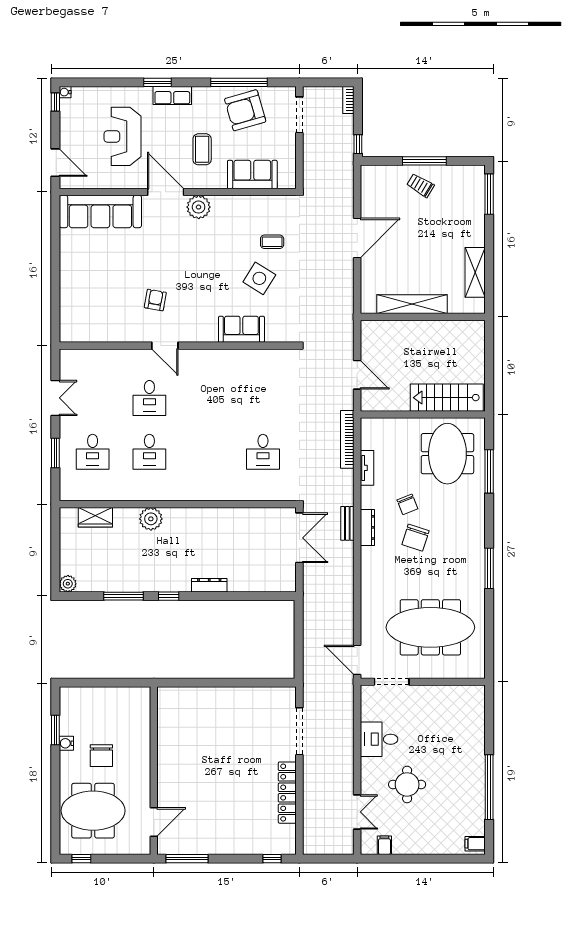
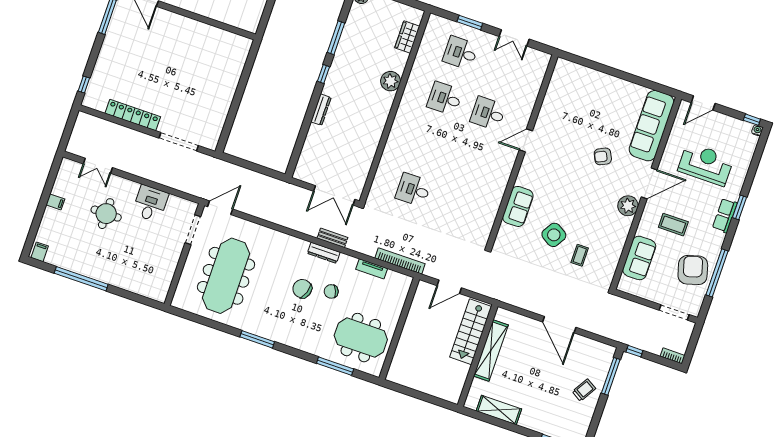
window: (424, 161) -> (611, 376), moved
armchair: (155, 300) -> (603, 156), moved, turned 144
stairs: (447, 398) -> (471, 332), moved, turned 180
filing cabinet: (384, 845) -> (55, 202), moved

